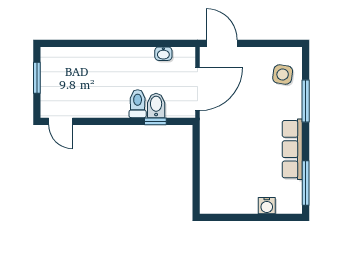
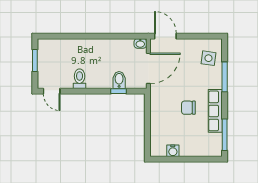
washbasin: (163, 54) -> (140, 43), moved
toilet: (138, 104) -> (80, 79), moved
chair: (254, 145) -> (188, 108), added
water cooler: (267, 206) -> (173, 151), moved

